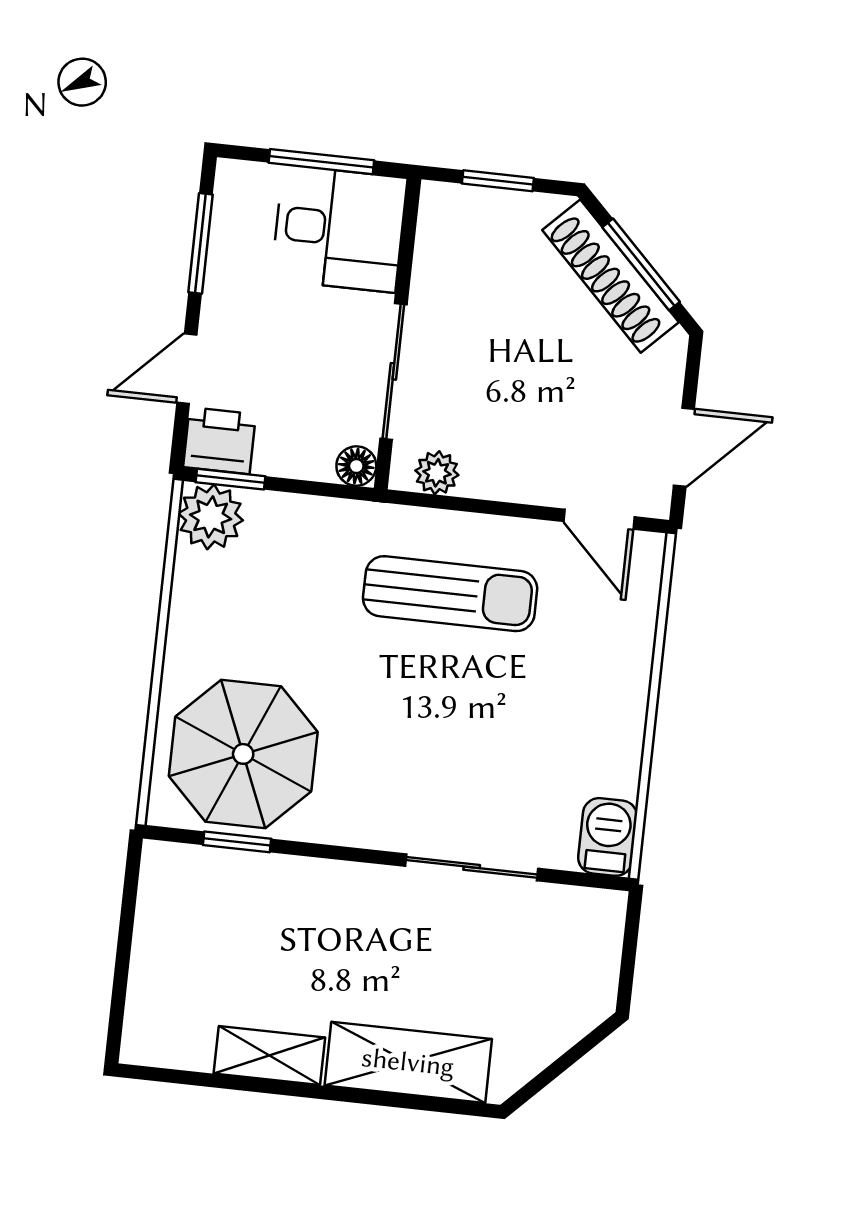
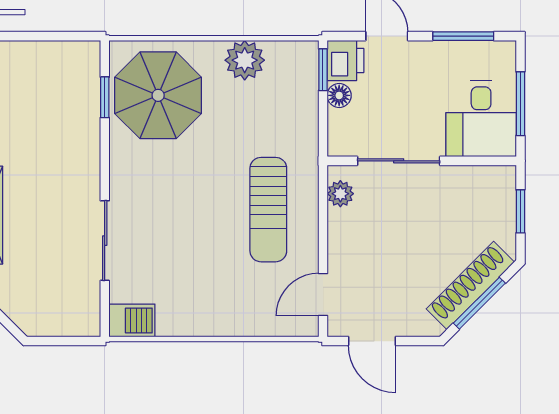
floor lamp: (356, 466) -> (339, 95), moved
plant: (211, 517) -> (245, 60), moved

